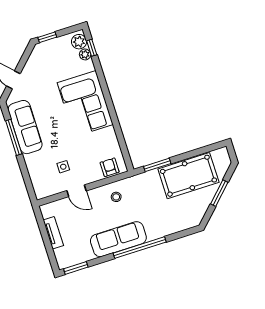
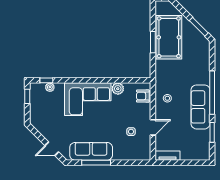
window: (47, 37) -> (27, 96), moved
plant: (79, 42) -> (118, 89), moved
window: (157, 165) -> (153, 42), moved
window: (219, 193) -> (199, 27), moved
tv unit: (53, 233) -> (168, 156), moved
window: (76, 268) -> (212, 132), moved

